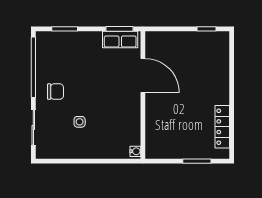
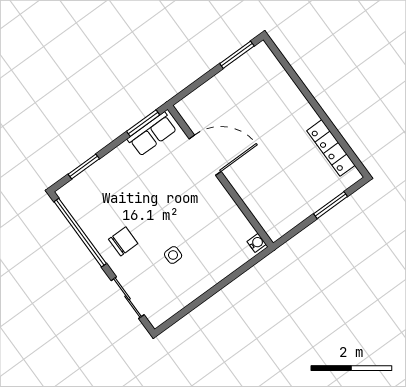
window: (206, 29) -> (237, 55), width x1.50

